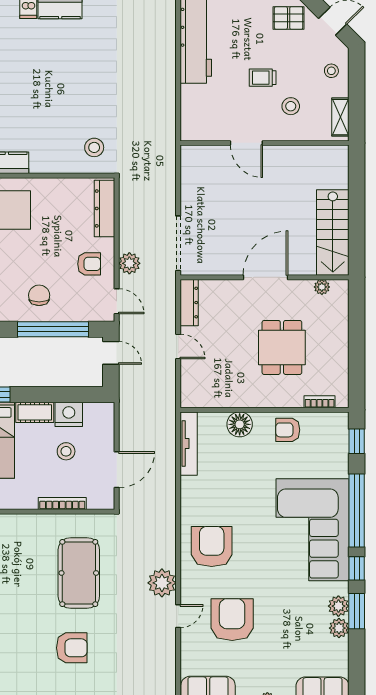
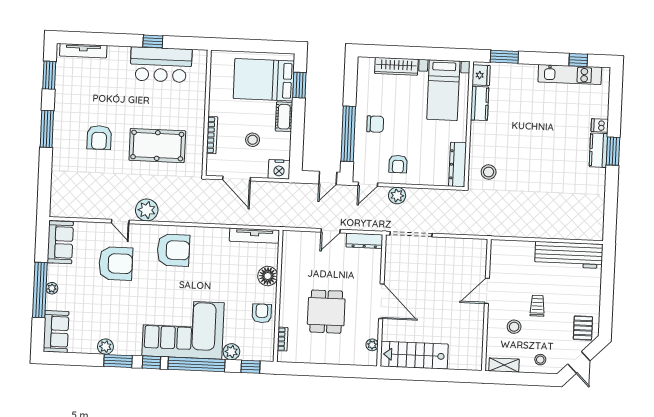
dresser: (105, 208) -> (458, 165), moved, turned -90
dining table: (282, 347) -> (326, 312), turned 90
nightstand: (69, 414) -> (279, 169), moved, turned 90
plant: (338, 606) -> (231, 352), moved

